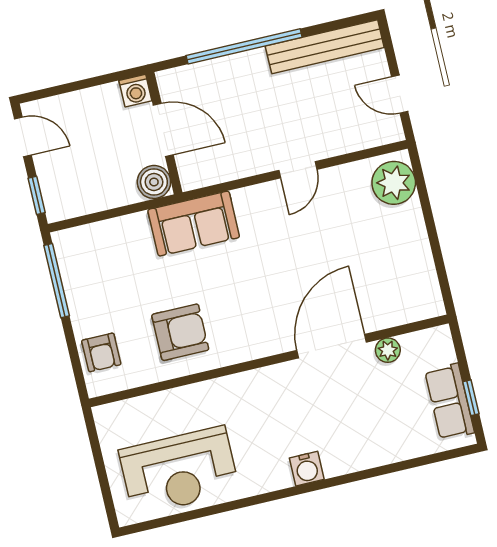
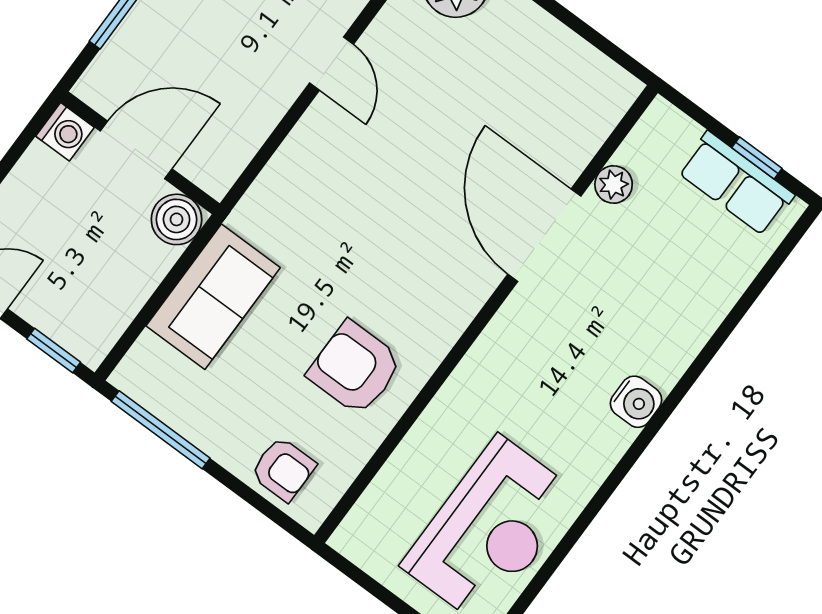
sofa: (194, 224) -> (213, 297), moved
armchair: (180, 332) -> (355, 368), turned -90

